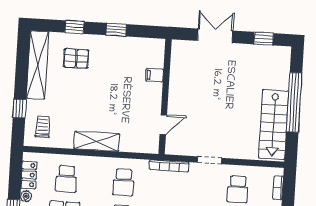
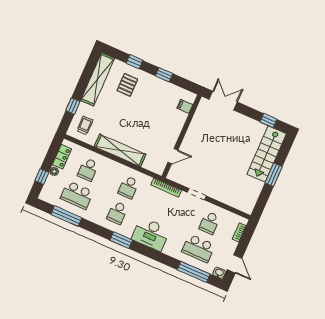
double door: (215, 36) -> (223, 101), moved
pallet: (76, 58) -> (127, 85), turned 90
filing cabinet: (155, 75) -> (185, 106), moved
window: (294, 102) -> (274, 175), width x0.47
stairs: (274, 124) -> (267, 154), moved
shelving: (97, 141) -> (120, 150), width x1.47

